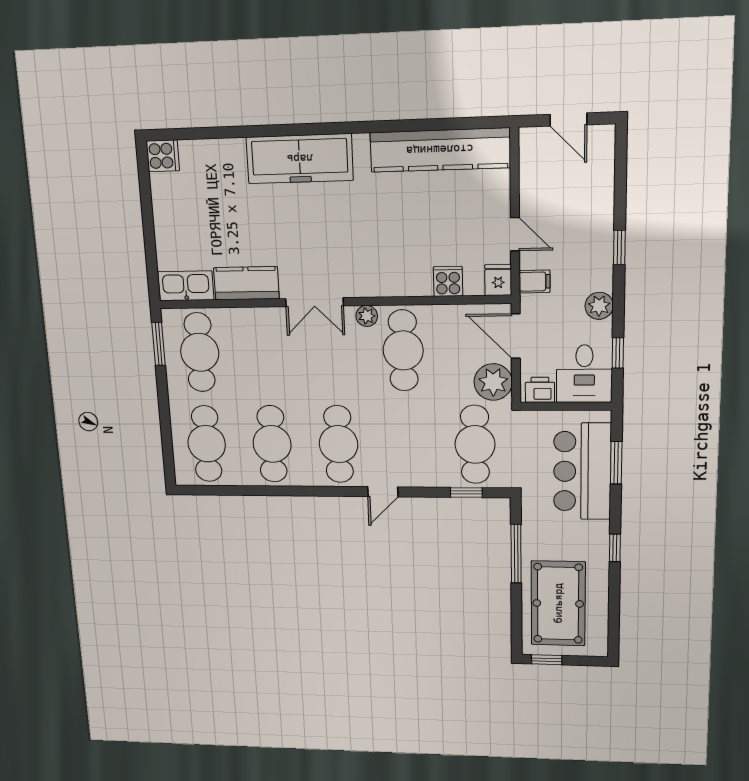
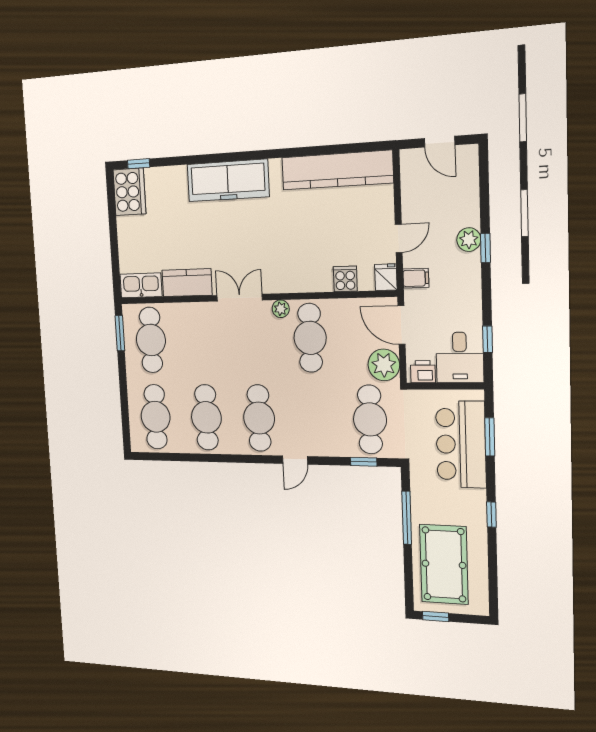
window: (181, 134) -> (139, 164), added
cooker: (163, 156) -> (129, 192), width x1.87, depth x1.31
door: (515, 234) -> (399, 238), hinge flipped
double door: (314, 302) -> (240, 298), swing flipped
plant: (599, 306) -> (469, 240), moved

